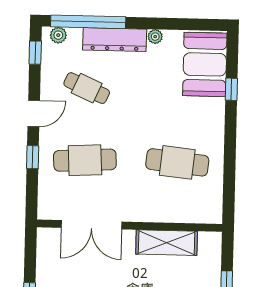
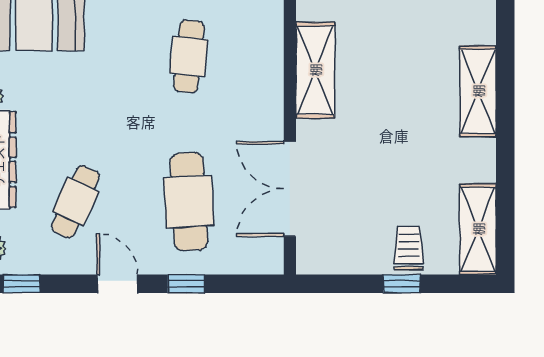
cafe table: (177, 162) -> (189, 57), width x0.73, depth x0.74
double door: (91, 225) -> (290, 189), swing flipped

